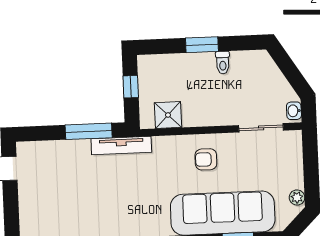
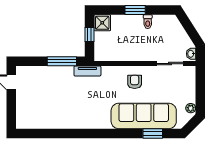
shower: (168, 115) -> (102, 23), moved
tv unit: (121, 146) -> (87, 71), width x0.71
armchair: (206, 159) -> (135, 82), turned 90

